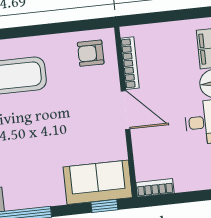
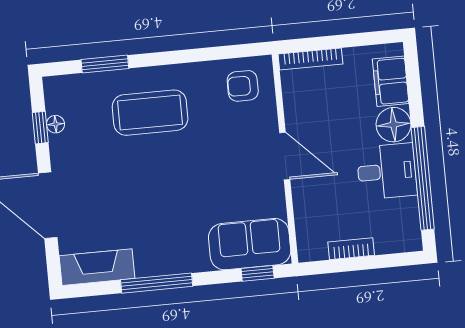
bookcase: (130, 63) -> (310, 59), moved, turned 90
bookcase: (155, 188) -> (351, 249), moved

